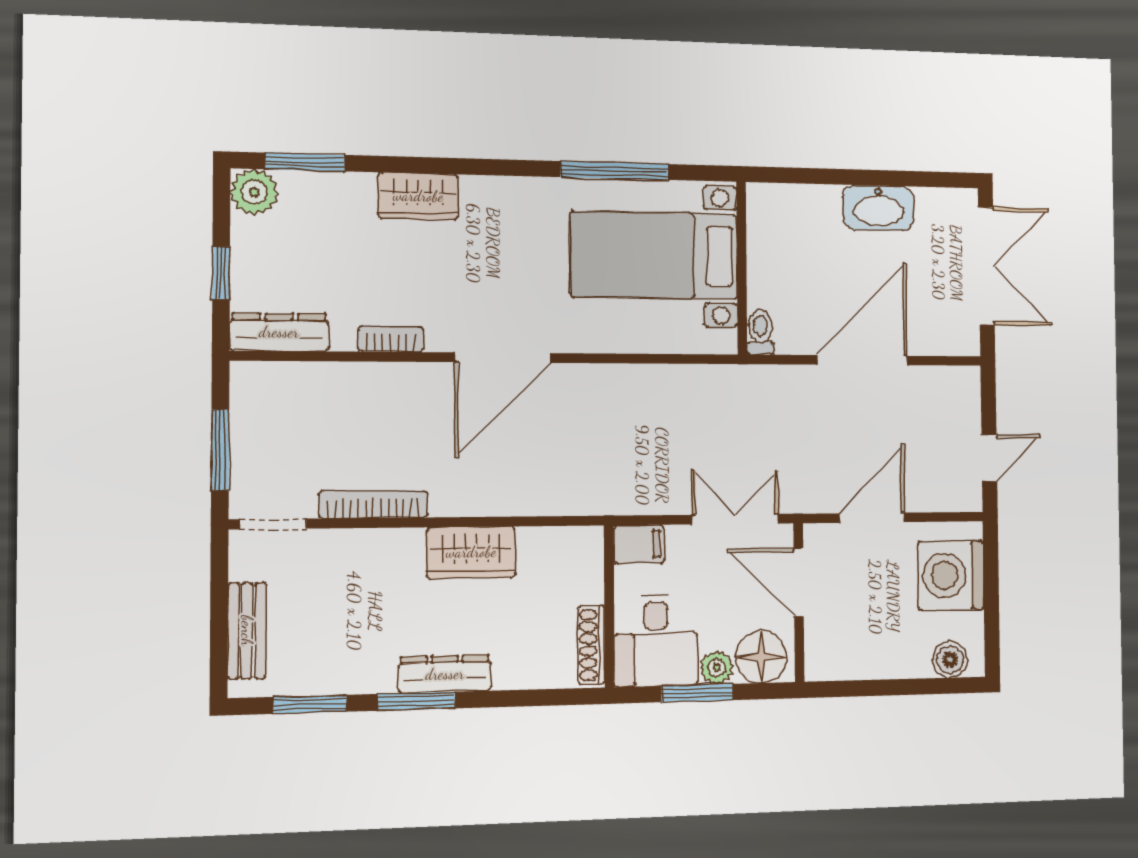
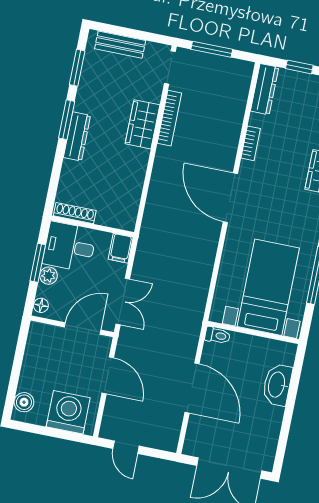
washbasin: (878, 208) -> (277, 385), moved
wardrobe: (471, 552) -> (142, 124), moved
floor lamp: (761, 657) -> (41, 305), width x0.53, depth x0.53

